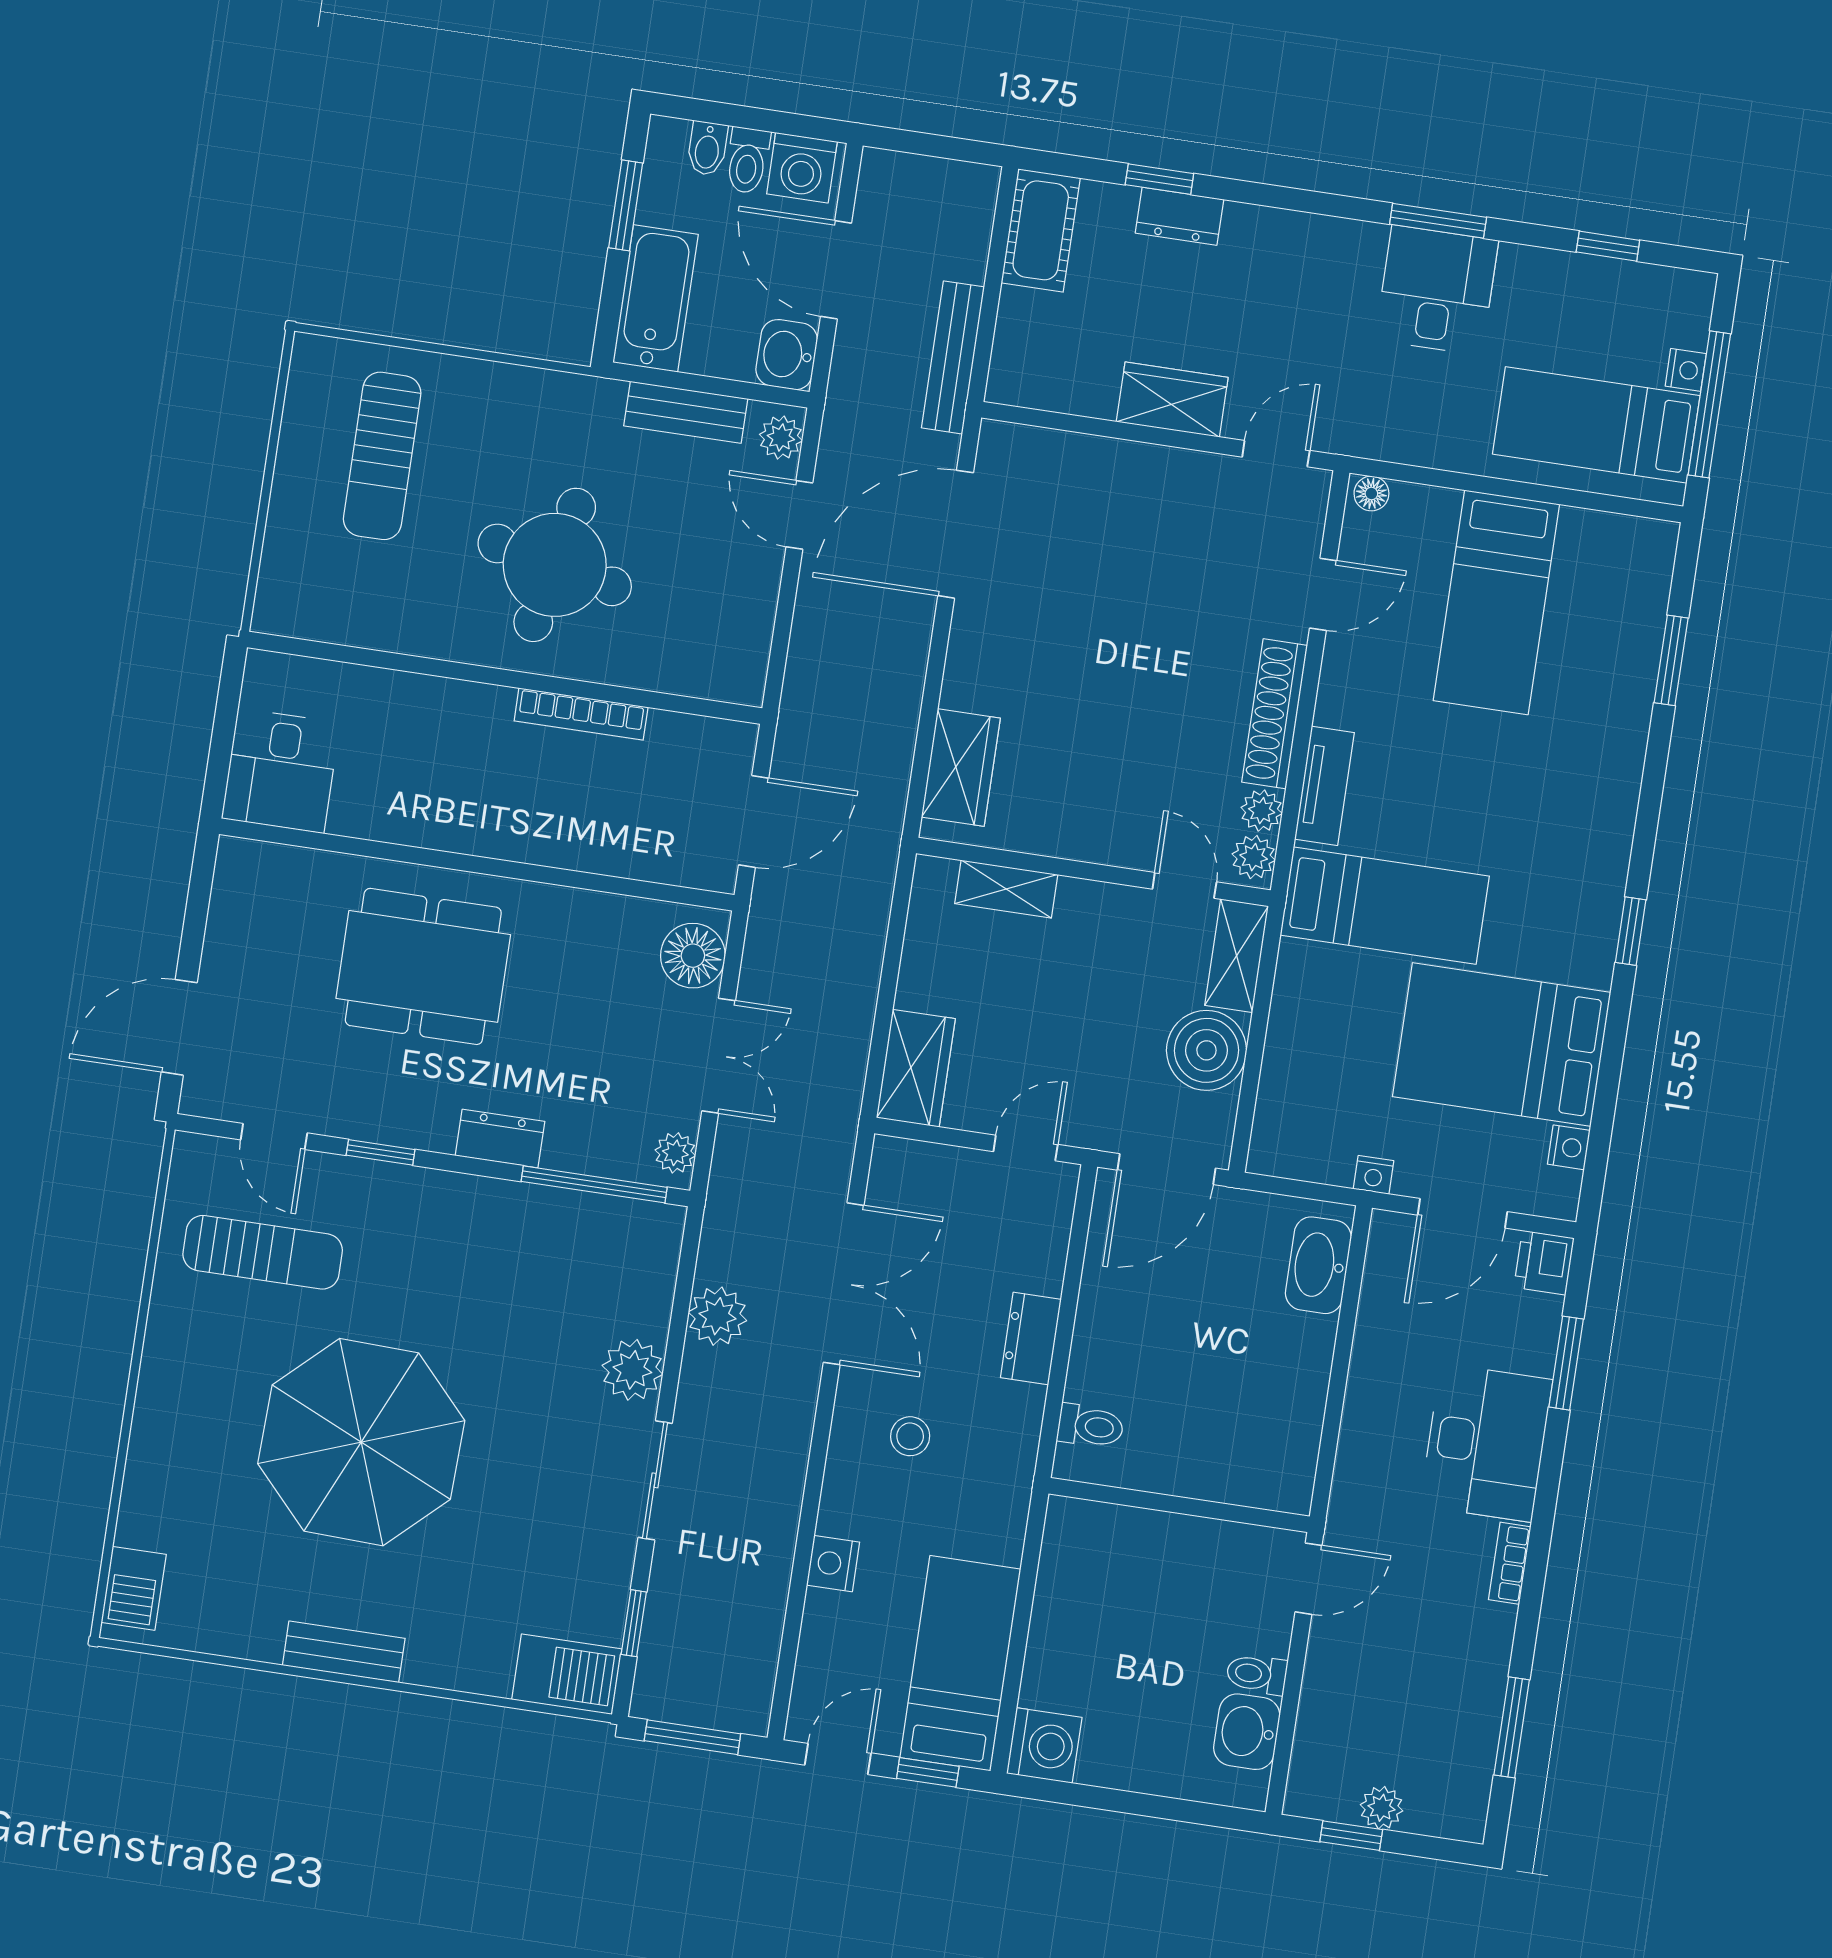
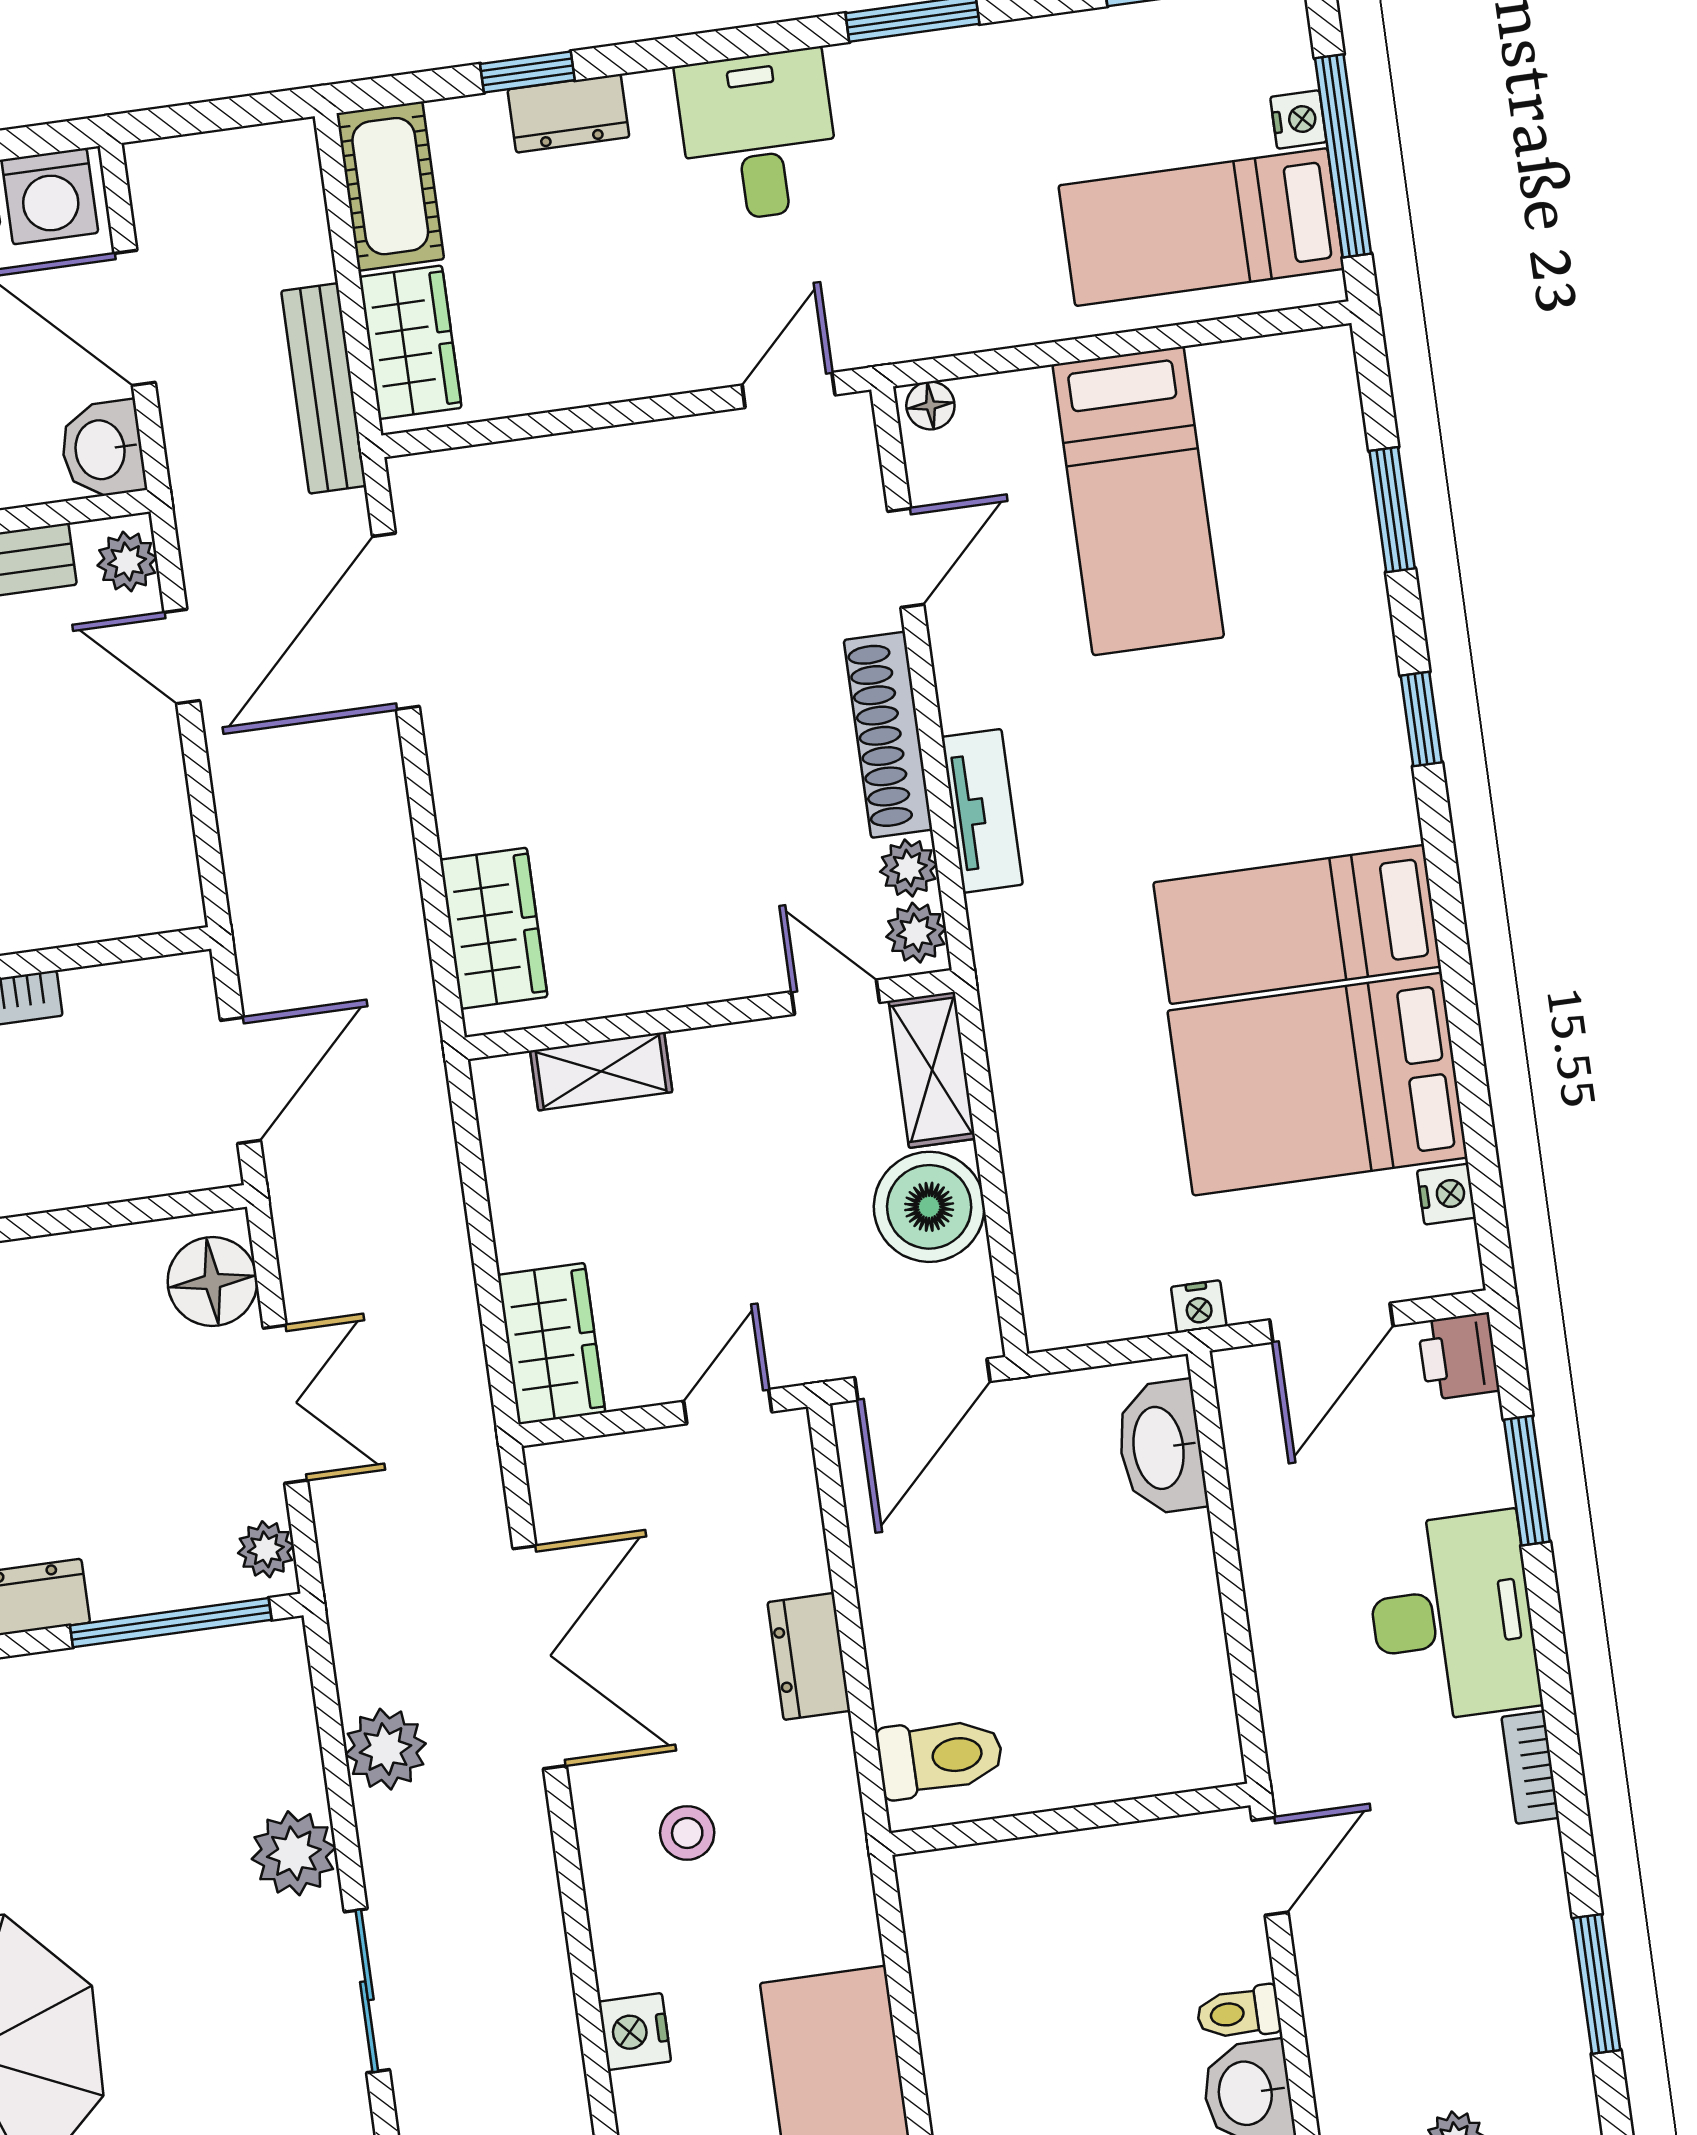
desk: (1437, 290) -> (758, 136), moved
wardrobe: (1172, 400) -> (410, 342), moved, turned 90
bed: (1385, 906) -> (1297, 925), moved, turned 180
window: (1631, 931) -> (1421, 719), moved
toilet: (1090, 1426) -> (940, 1757), width x1.37, depth x1.39

